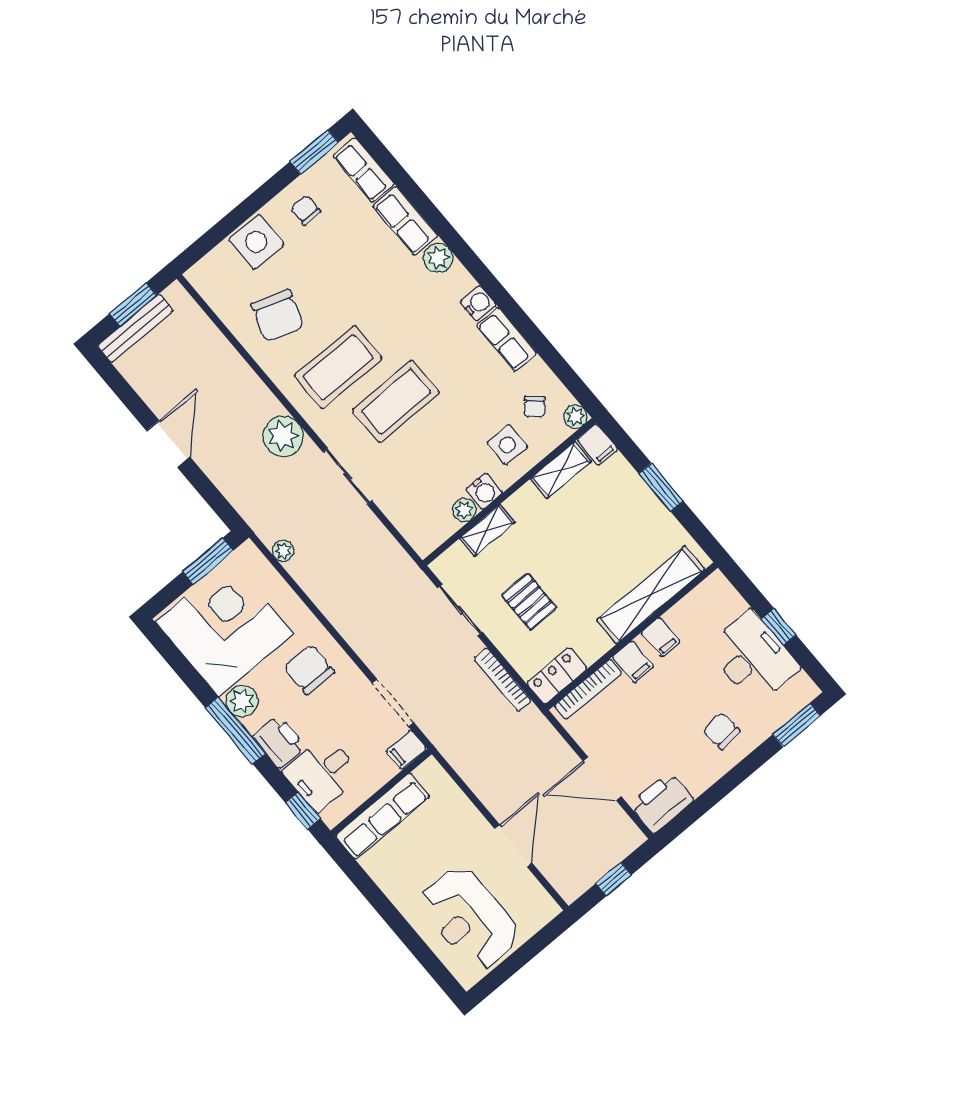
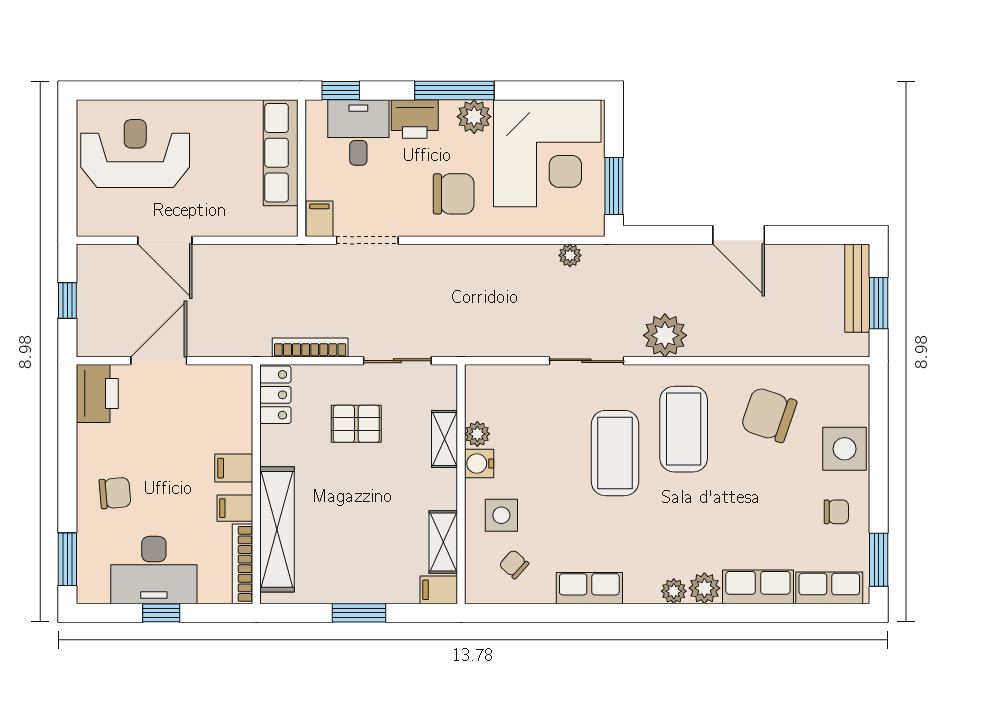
water cooler: (478, 303) -> (639, 590), removed
plant: (575, 417) -> (674, 591), moved
bookcase: (588, 689) -> (243, 564), moved

